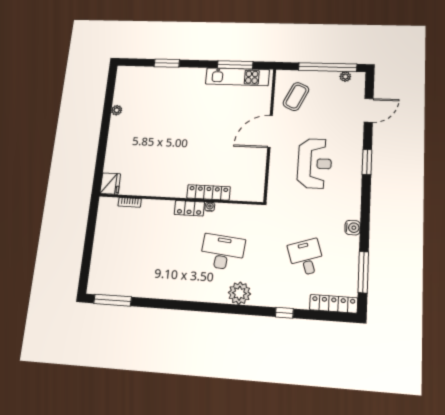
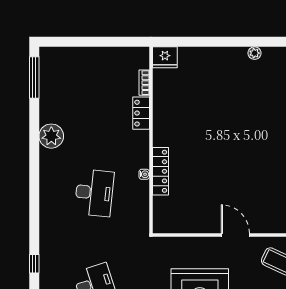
door: (270, 131) -> (235, 235), width x0.73
locker: (189, 208) -> (141, 113), moved
plant: (239, 293) -> (51, 136), moved

